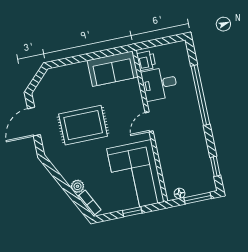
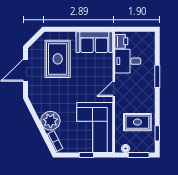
window: (200, 95) -> (157, 76), width x0.47
rug: (83, 125) -> (58, 59), moved, turned 90
rug: (187, 157) -> (137, 122), added
plant: (77, 186) -> (50, 121), width x1.87, depth x1.87

